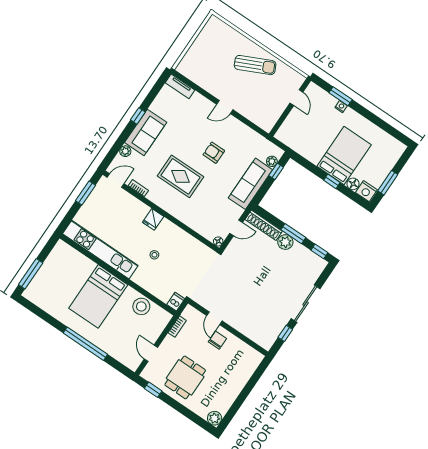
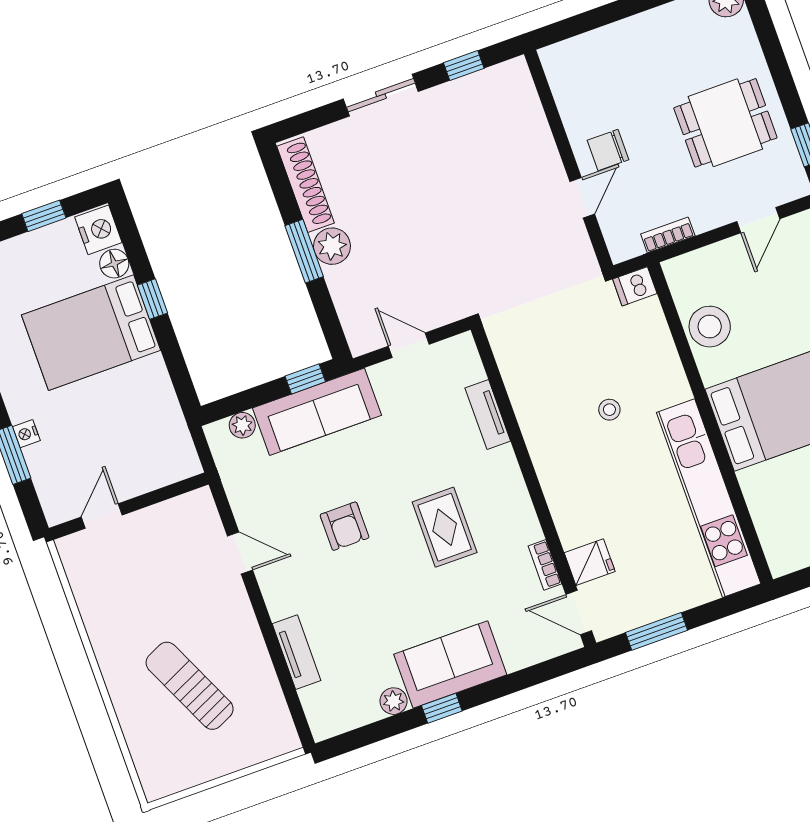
sun lounger: (255, 65) -> (190, 686), moved
tv unit: (180, 86) -> (296, 652), moved
door: (225, 107) -> (240, 553), moved
plant: (125, 151) -> (394, 701), moved
window: (276, 171) -> (305, 379), moved
rug: (181, 176) -> (445, 527), width x0.73, depth x0.70
window: (388, 183) -> (44, 216), width x0.67
fridge: (153, 219) -> (590, 562), moved
tv unit: (193, 224) -> (488, 415), added
shoe rack: (264, 225) -> (306, 185), moved
floor lamp: (218, 241) -> (464, 344), removed
window: (319, 251) -> (278, 179), removed
sliding door: (306, 304) -> (381, 95), width x0.73

